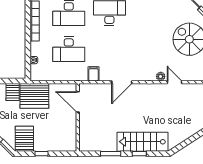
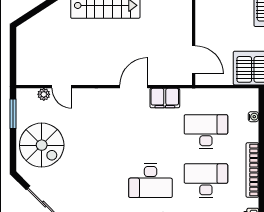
filing cabinet: (93, 74) -> (165, 98), width x2.00
plant: (161, 76) -> (44, 94), moved

